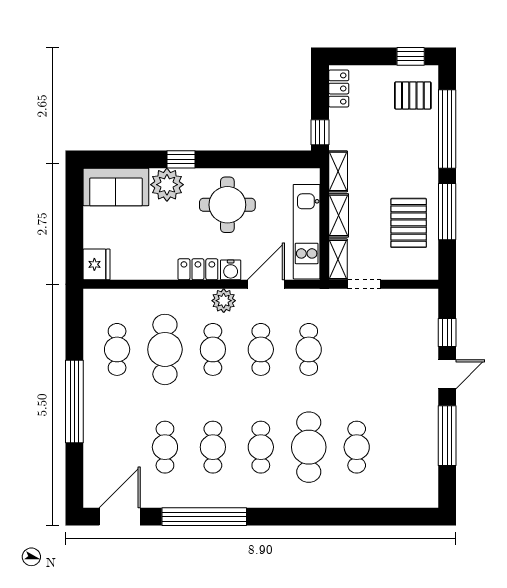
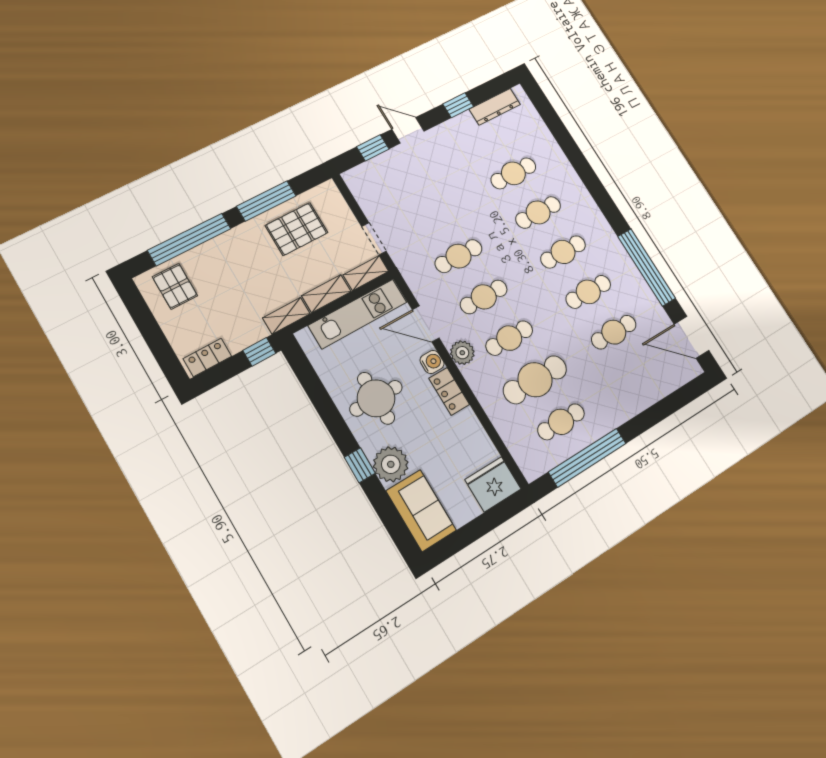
window: (411, 56) -> (138, 308), removed
fridge: (97, 264) -> (493, 484), width x1.36, depth x1.34
window: (74, 402) -> (587, 458), moved
window: (447, 436) -> (458, 105), width x0.46
cafe table: (309, 447) -> (538, 212), width x0.73, depth x0.74
dresser: (428, 469) -> (495, 107), added

